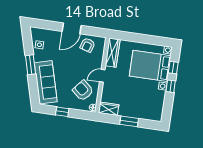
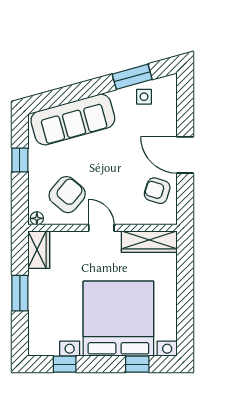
window: (30, 65) -> (132, 77), moved
bed with nightstands: (150, 66) -> (118, 319), width x1.36
window: (171, 86) -> (65, 364), moved

